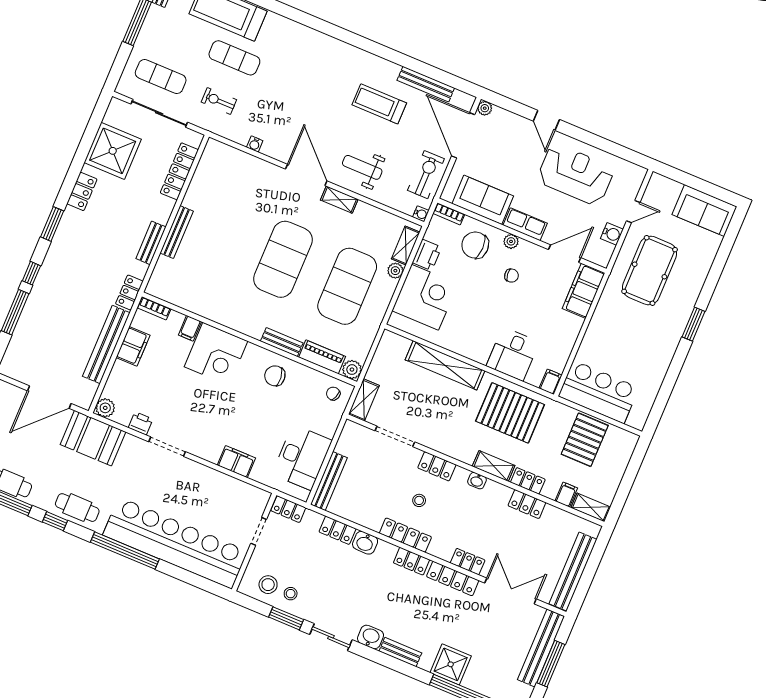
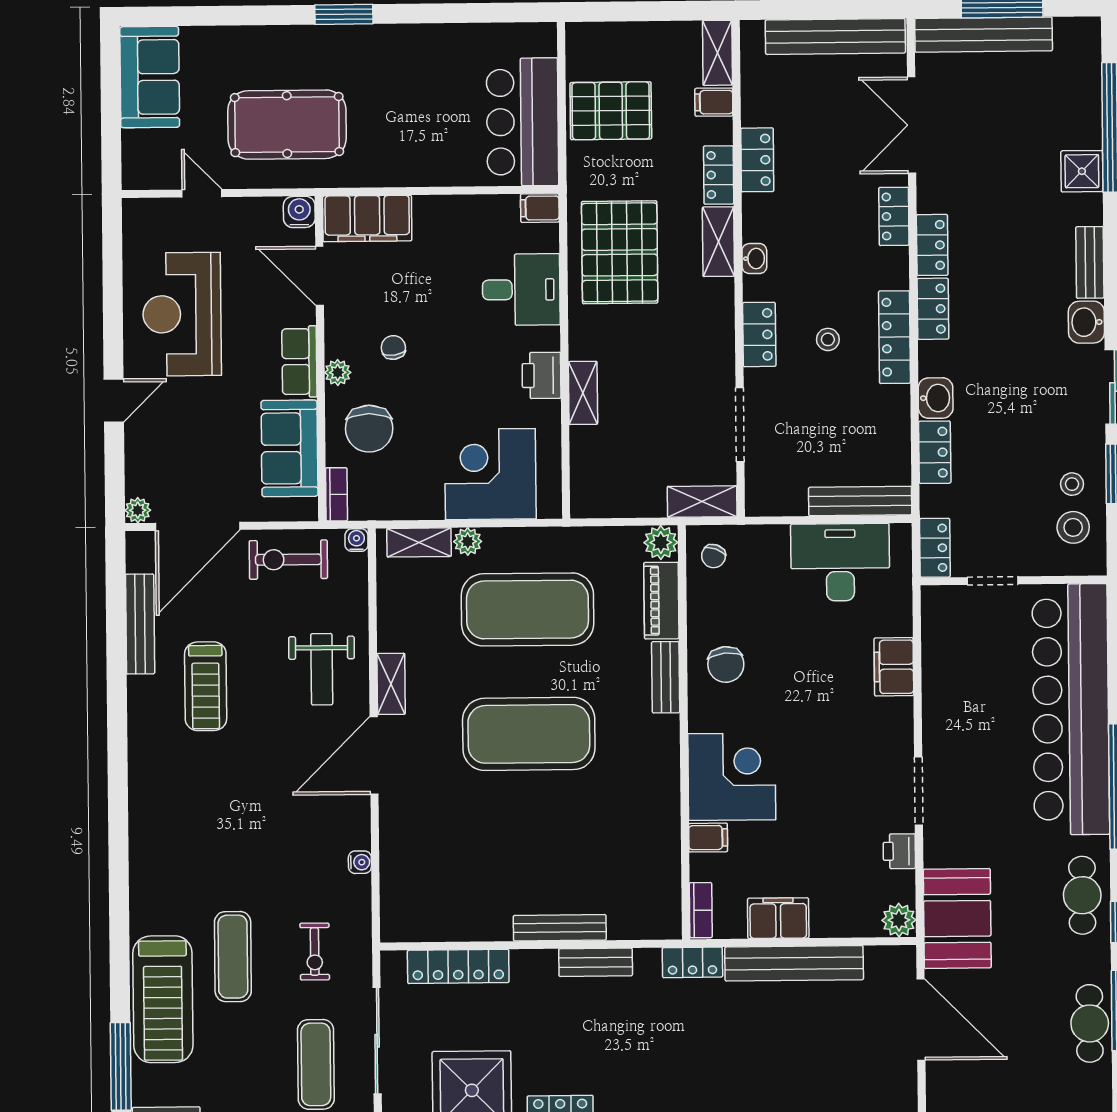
water cooler: (612, 234) -> (299, 212), moved
printer: (427, 255) -> (542, 375), moved, turned -90
shelving: (445, 365) -> (583, 393), width x0.45, depth x0.75
locker: (453, 578) -> (932, 245), width x0.66
shower: (451, 664) -> (1082, 171), width x0.73, depth x0.73

